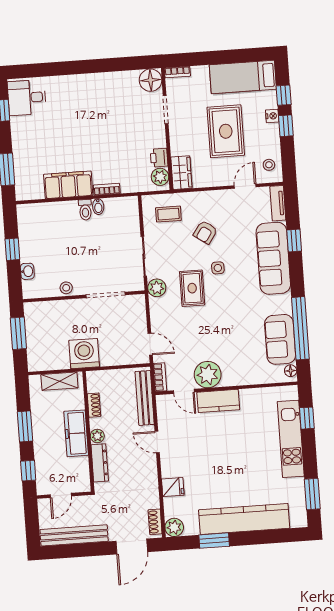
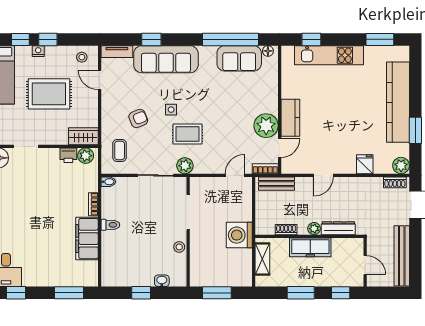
bidet: (98, 207) -> (108, 182), moved
armchair: (205, 232) -> (138, 119), turned -58
bench: (145, 398) -> (276, 184), width x0.73

